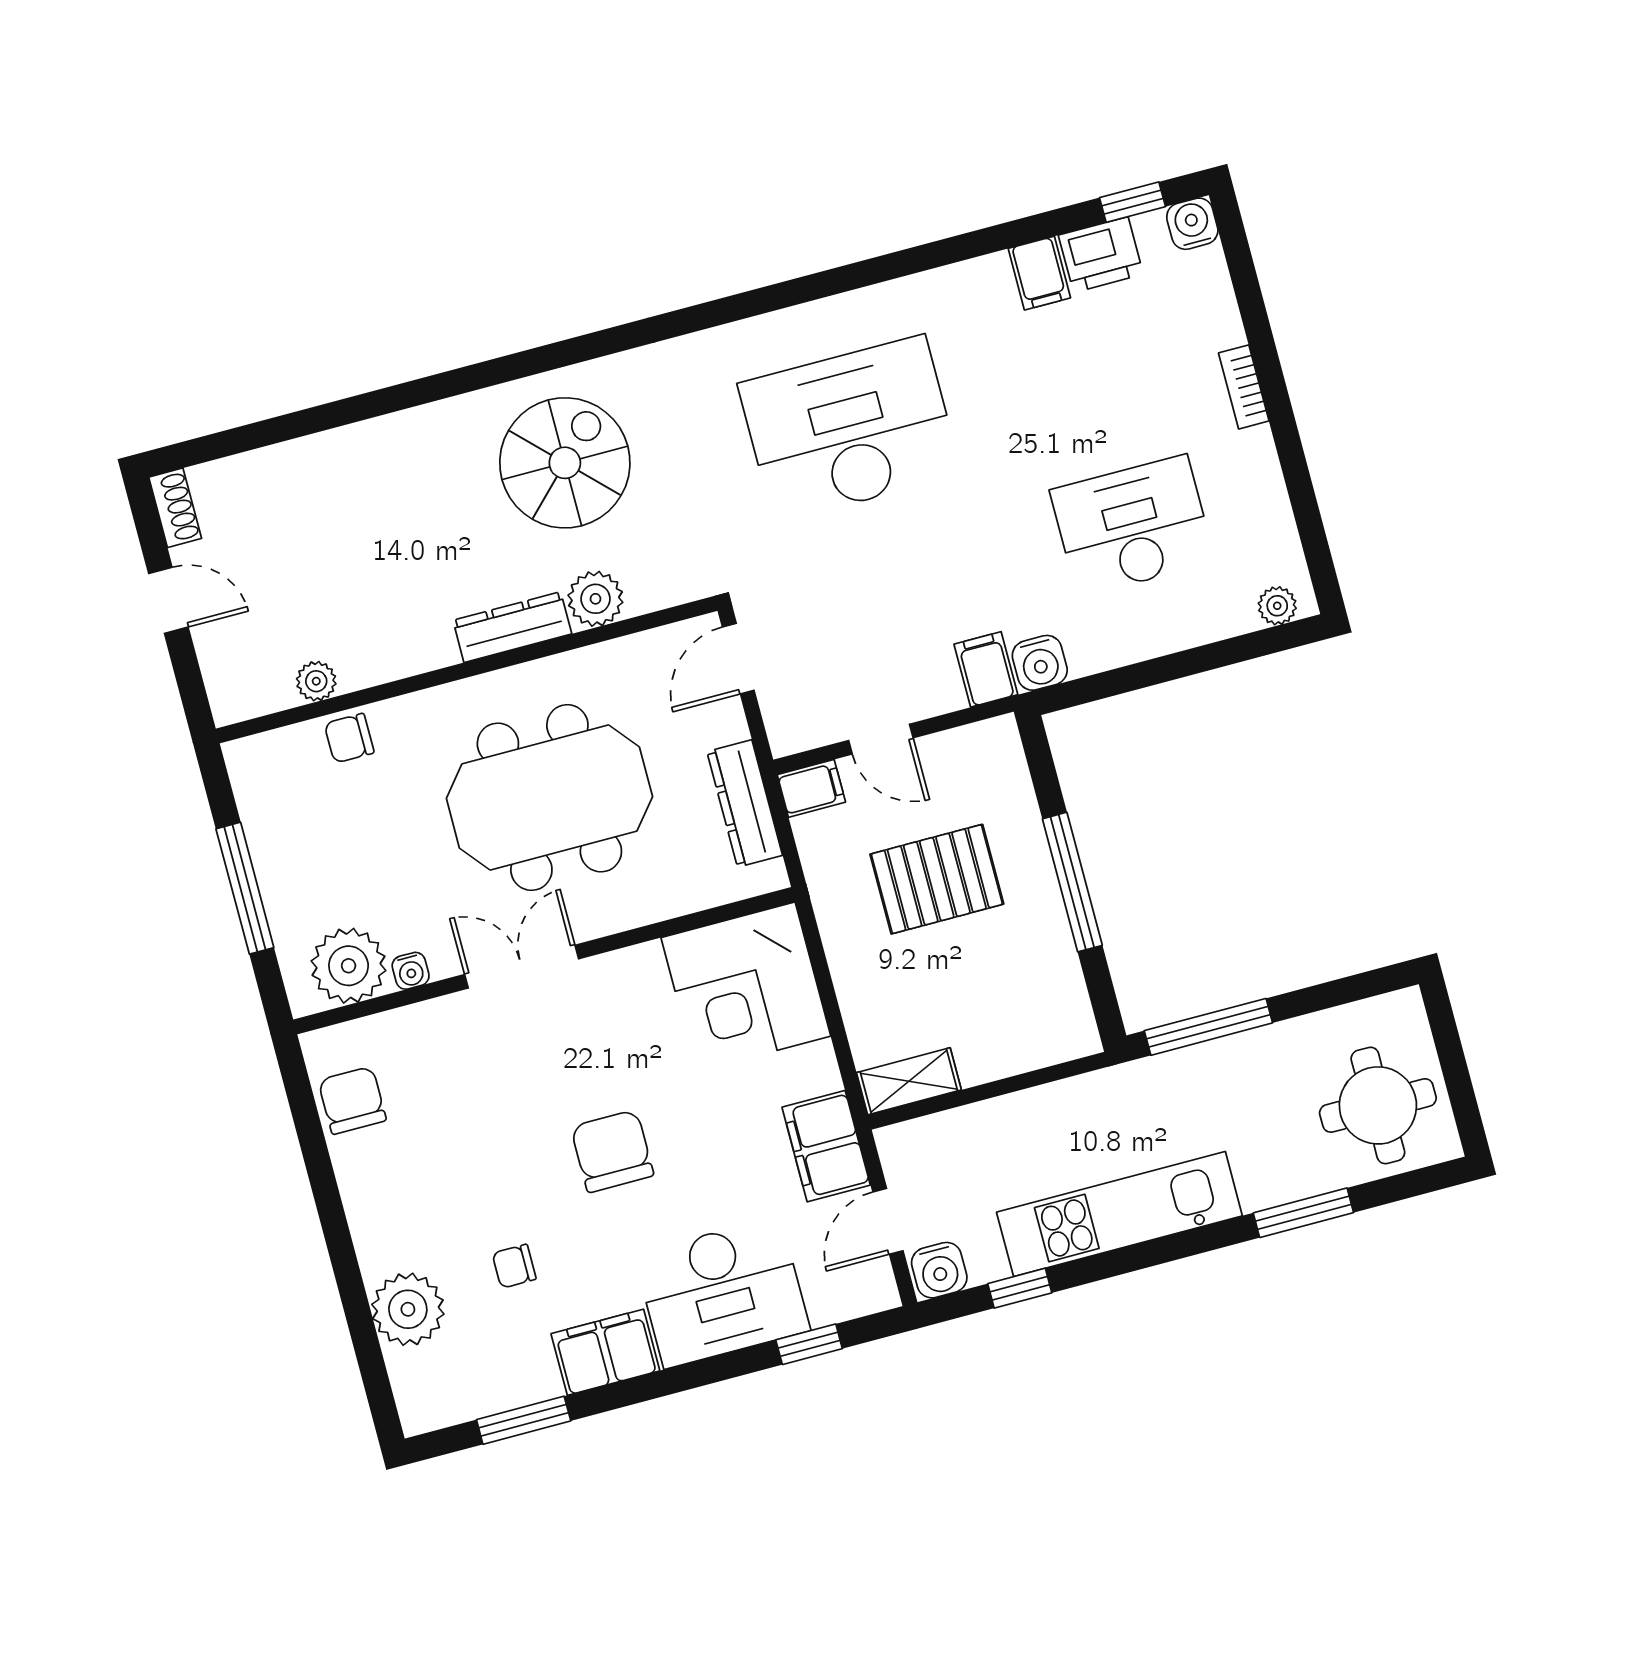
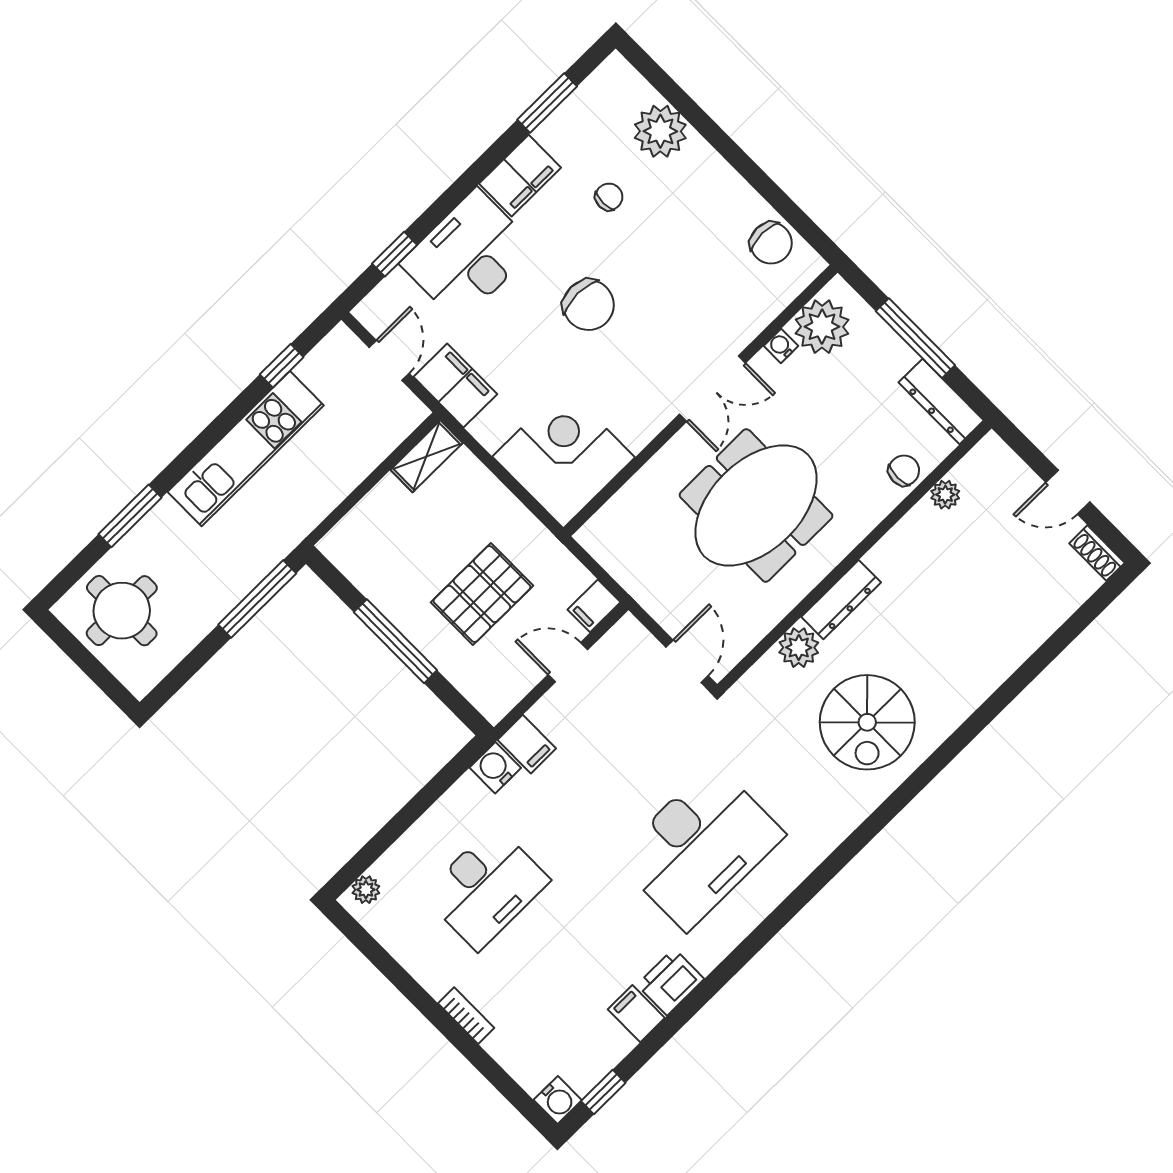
printer: (1101, 255) -> (670, 982), moved
dresser: (745, 803) -> (941, 401), moved, turned 180
water cooler: (939, 1270) -> (339, 348), removed

